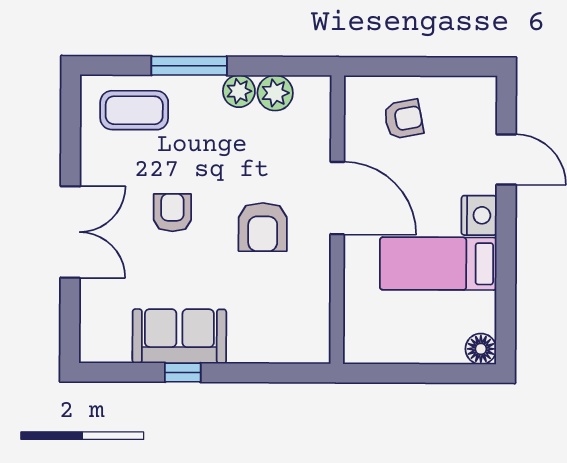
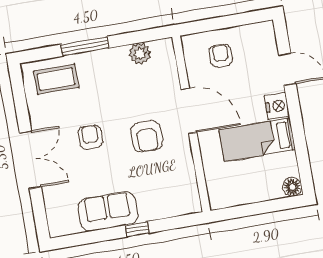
plant: (239, 91) -> (118, 56), removed
armchair: (404, 119) -> (221, 56), turned -79
window: (183, 373) -> (137, 229), moved

